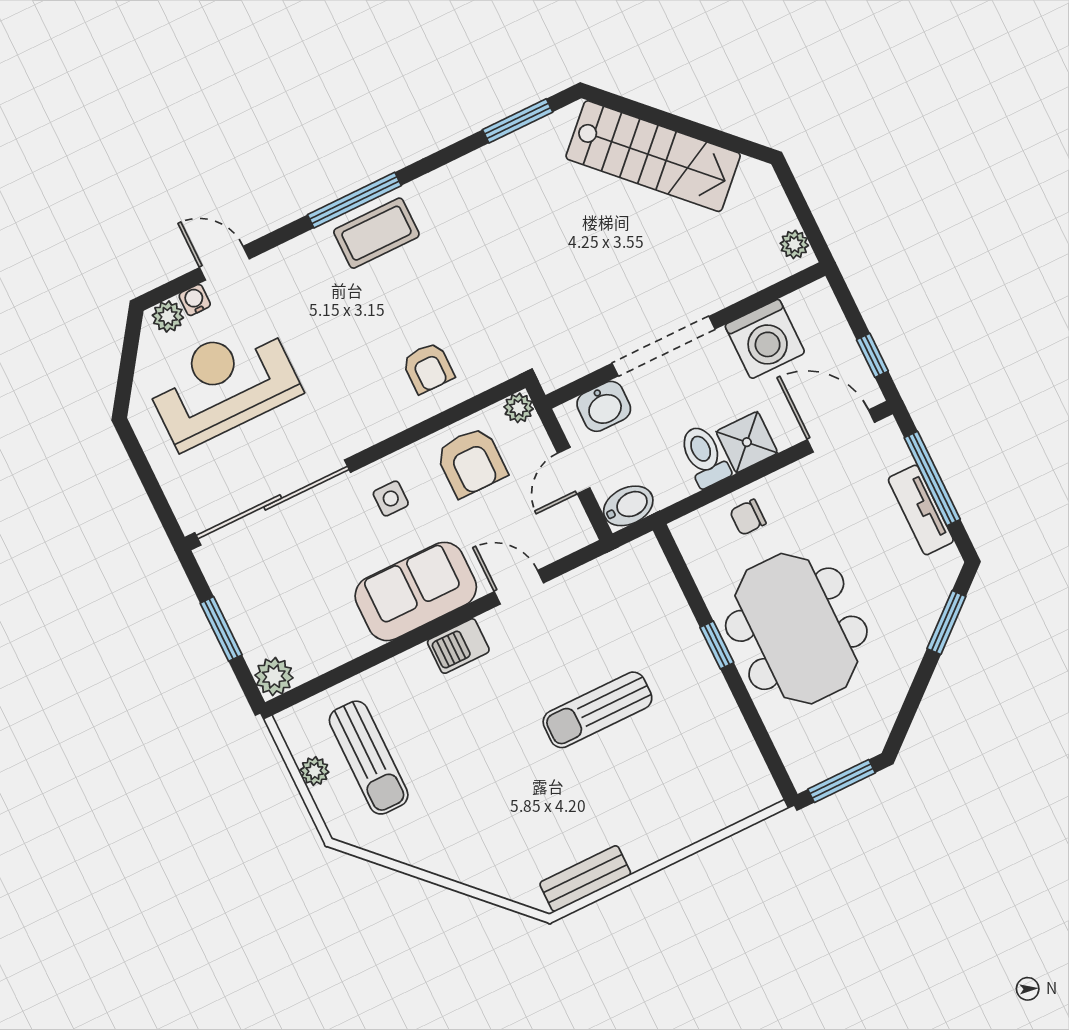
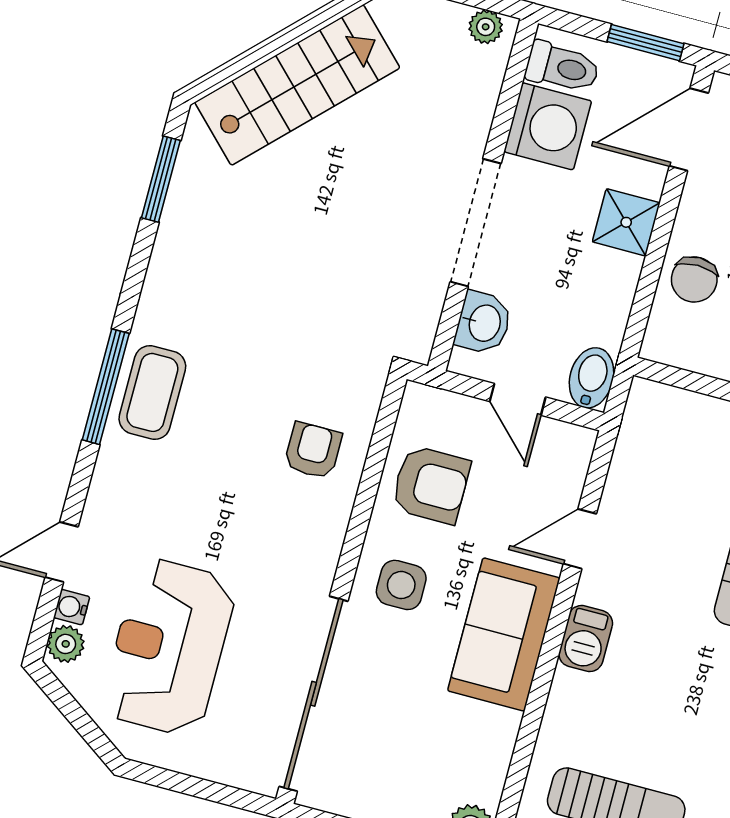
window: (872, 355) -> (645, 43), width x1.50
armchair: (428, 368) -> (313, 451), turned -90
plant: (519, 408) -> (419, 400), removed
toilet: (704, 456) -> (562, 67), moved, turned 180
side table: (391, 499) -> (401, 585), width x1.37, depth x1.37
chair: (748, 517) -> (694, 279), width x1.37, depth x1.37

